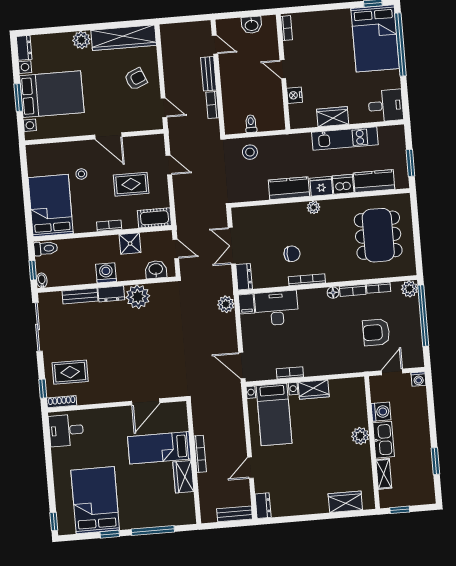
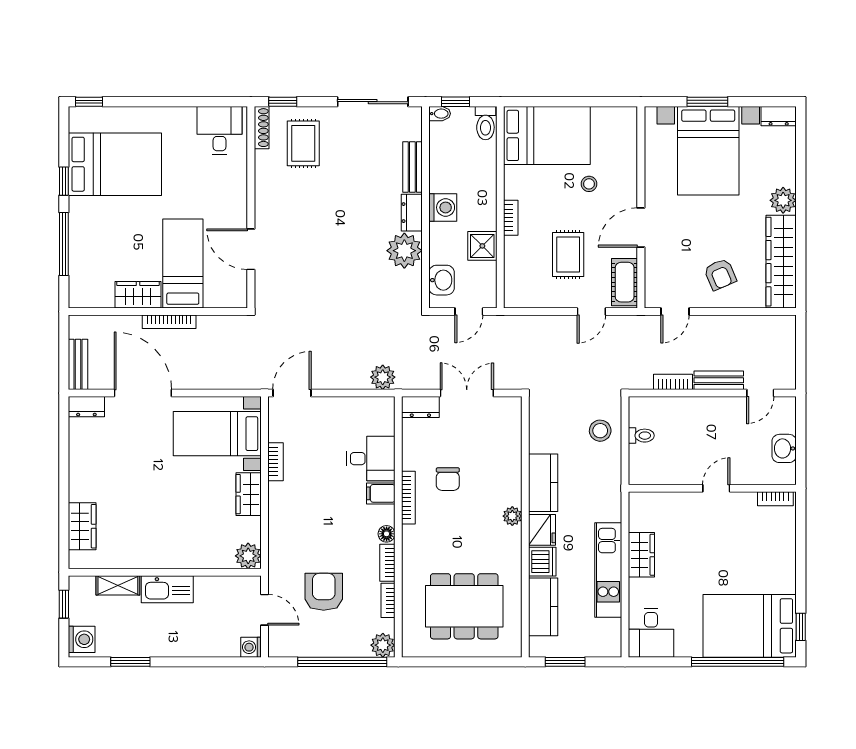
nightstand: (295, 95) -> (677, 502), removed
cot: (154, 218) -> (625, 282), moved
filing cabinet: (246, 304) -> (381, 493), moved
desk: (277, 308) -> (371, 459), width x0.73
washing machine: (381, 412) -> (82, 639), moved, turned -90
plant: (360, 436) -> (248, 556), moved
door: (251, 468) -> (143, 393), width x1.88

